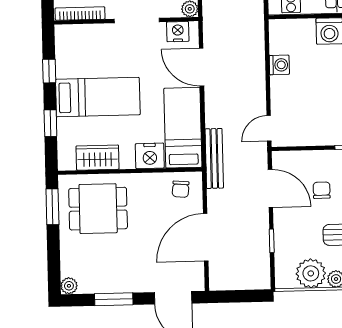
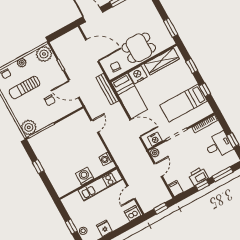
washing machine: (279, 65) -> (106, 159), moved
bed: (98, 97) -> (184, 103), moved
door: (269, 128) -> (95, 126), moved
wardrobe: (98, 158) -> (162, 61), width x1.50
dining table: (98, 209) -> (139, 48), moved
door: (206, 237) -> (92, 50), hinge flipped
plant: (311, 273) -> (44, 54), moved

